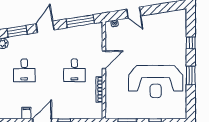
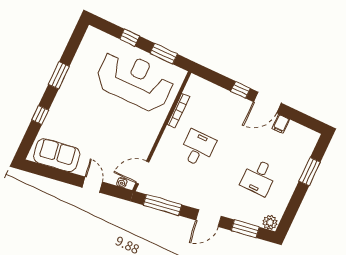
sofa: (167, 21) -> (57, 155), added
door: (104, 60) -> (142, 173), moved
desk: (24, 70) -> (259, 177), turned 180
reception desk: (156, 82) -> (135, 80), moved

